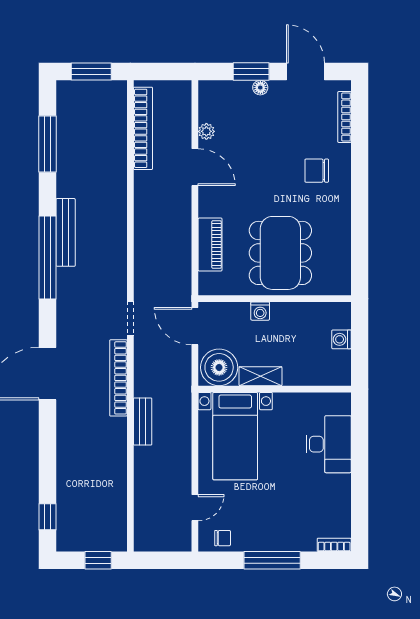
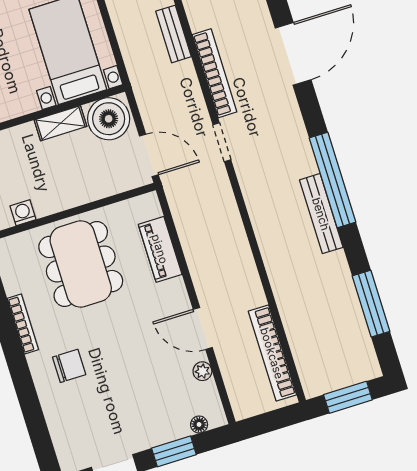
floor lamp: (260, 88) -> (199, 424), moved
bookcase: (344, 117) -> (23, 324), moved
washing machine: (260, 311) -> (23, 213), moved

